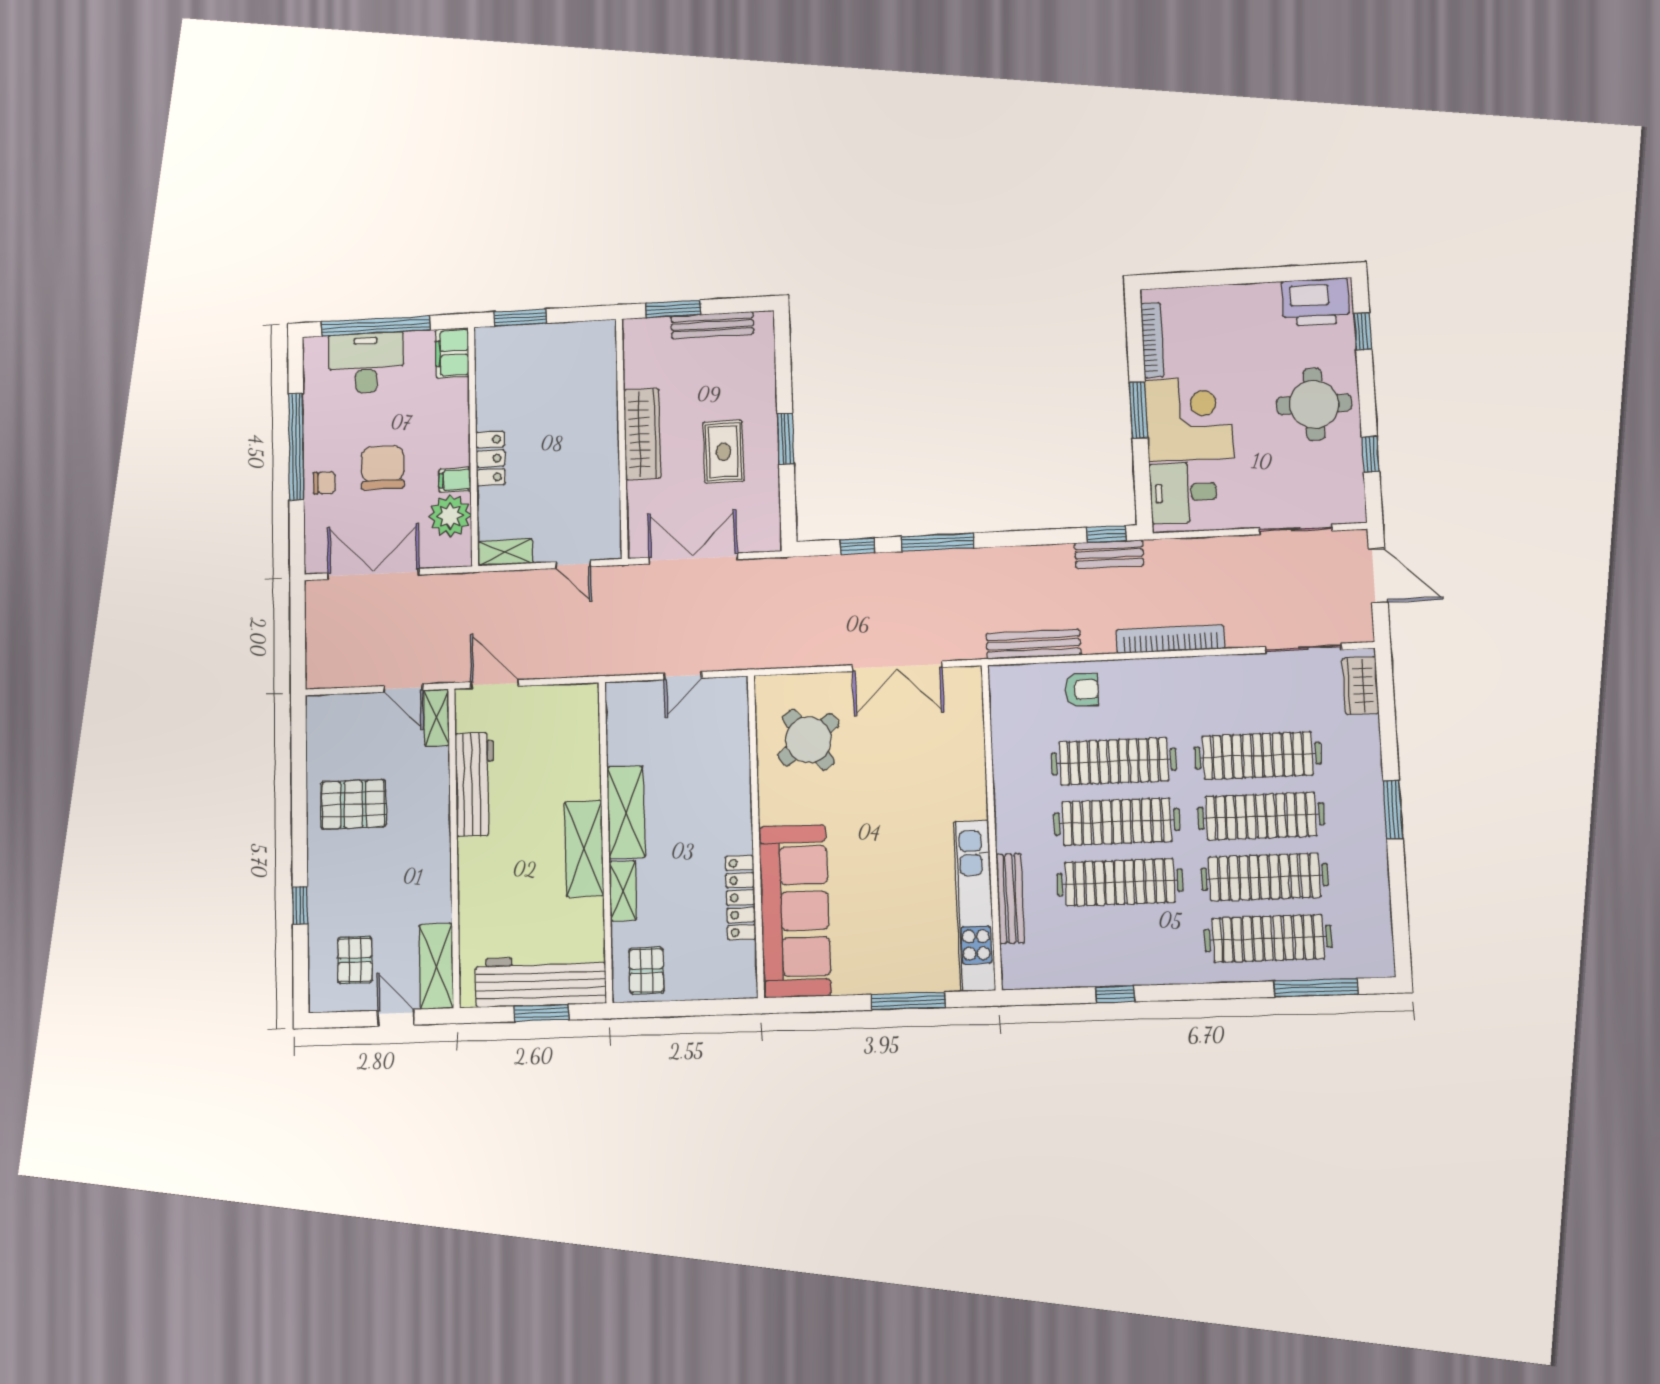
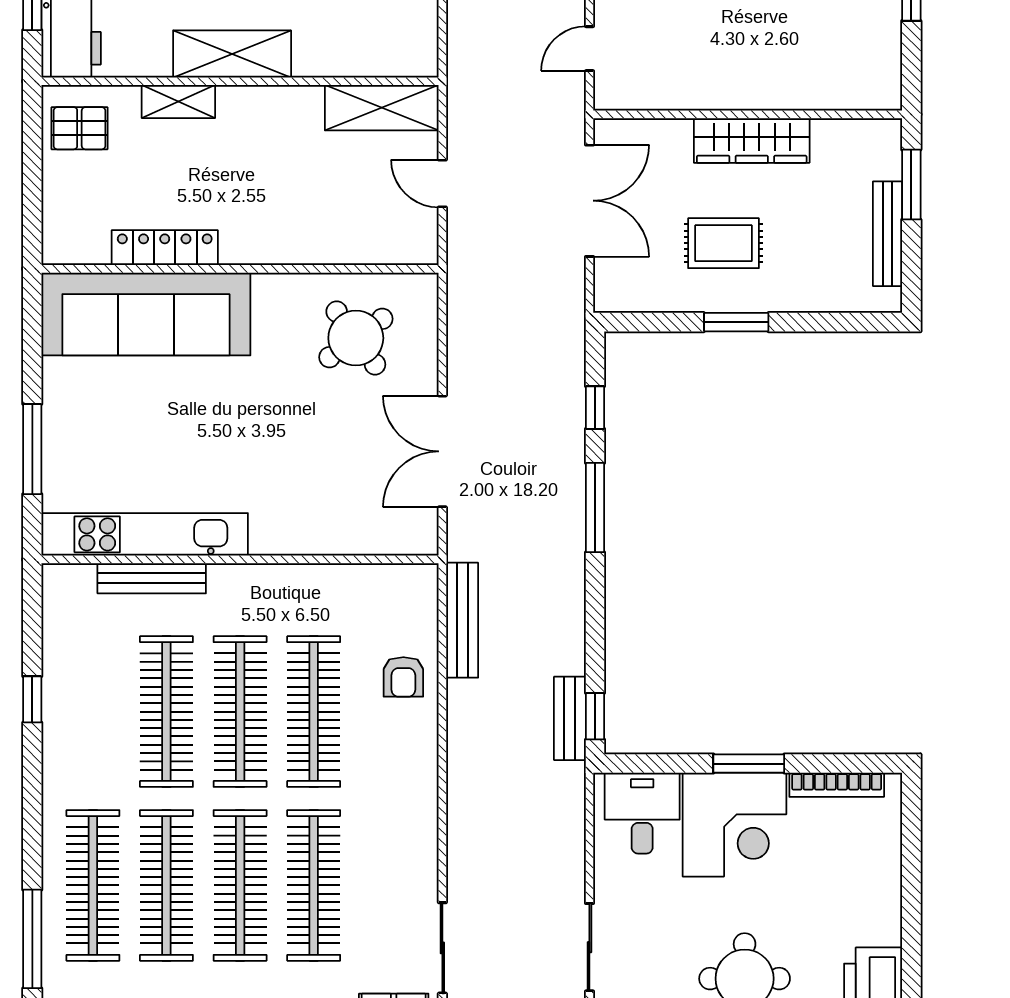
bookcase: (1170, 639) -> (461, 788), removed
shelving: (626, 812) -> (382, 108), moved

